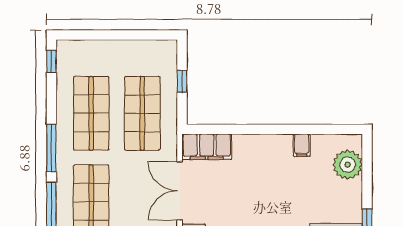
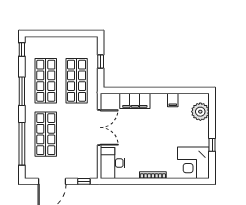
filing cabinet: (207, 147) -> (135, 101), moved
window: (51, 148) -> (22, 91), moved
double door: (180, 191) -> (99, 127), swing flipped

